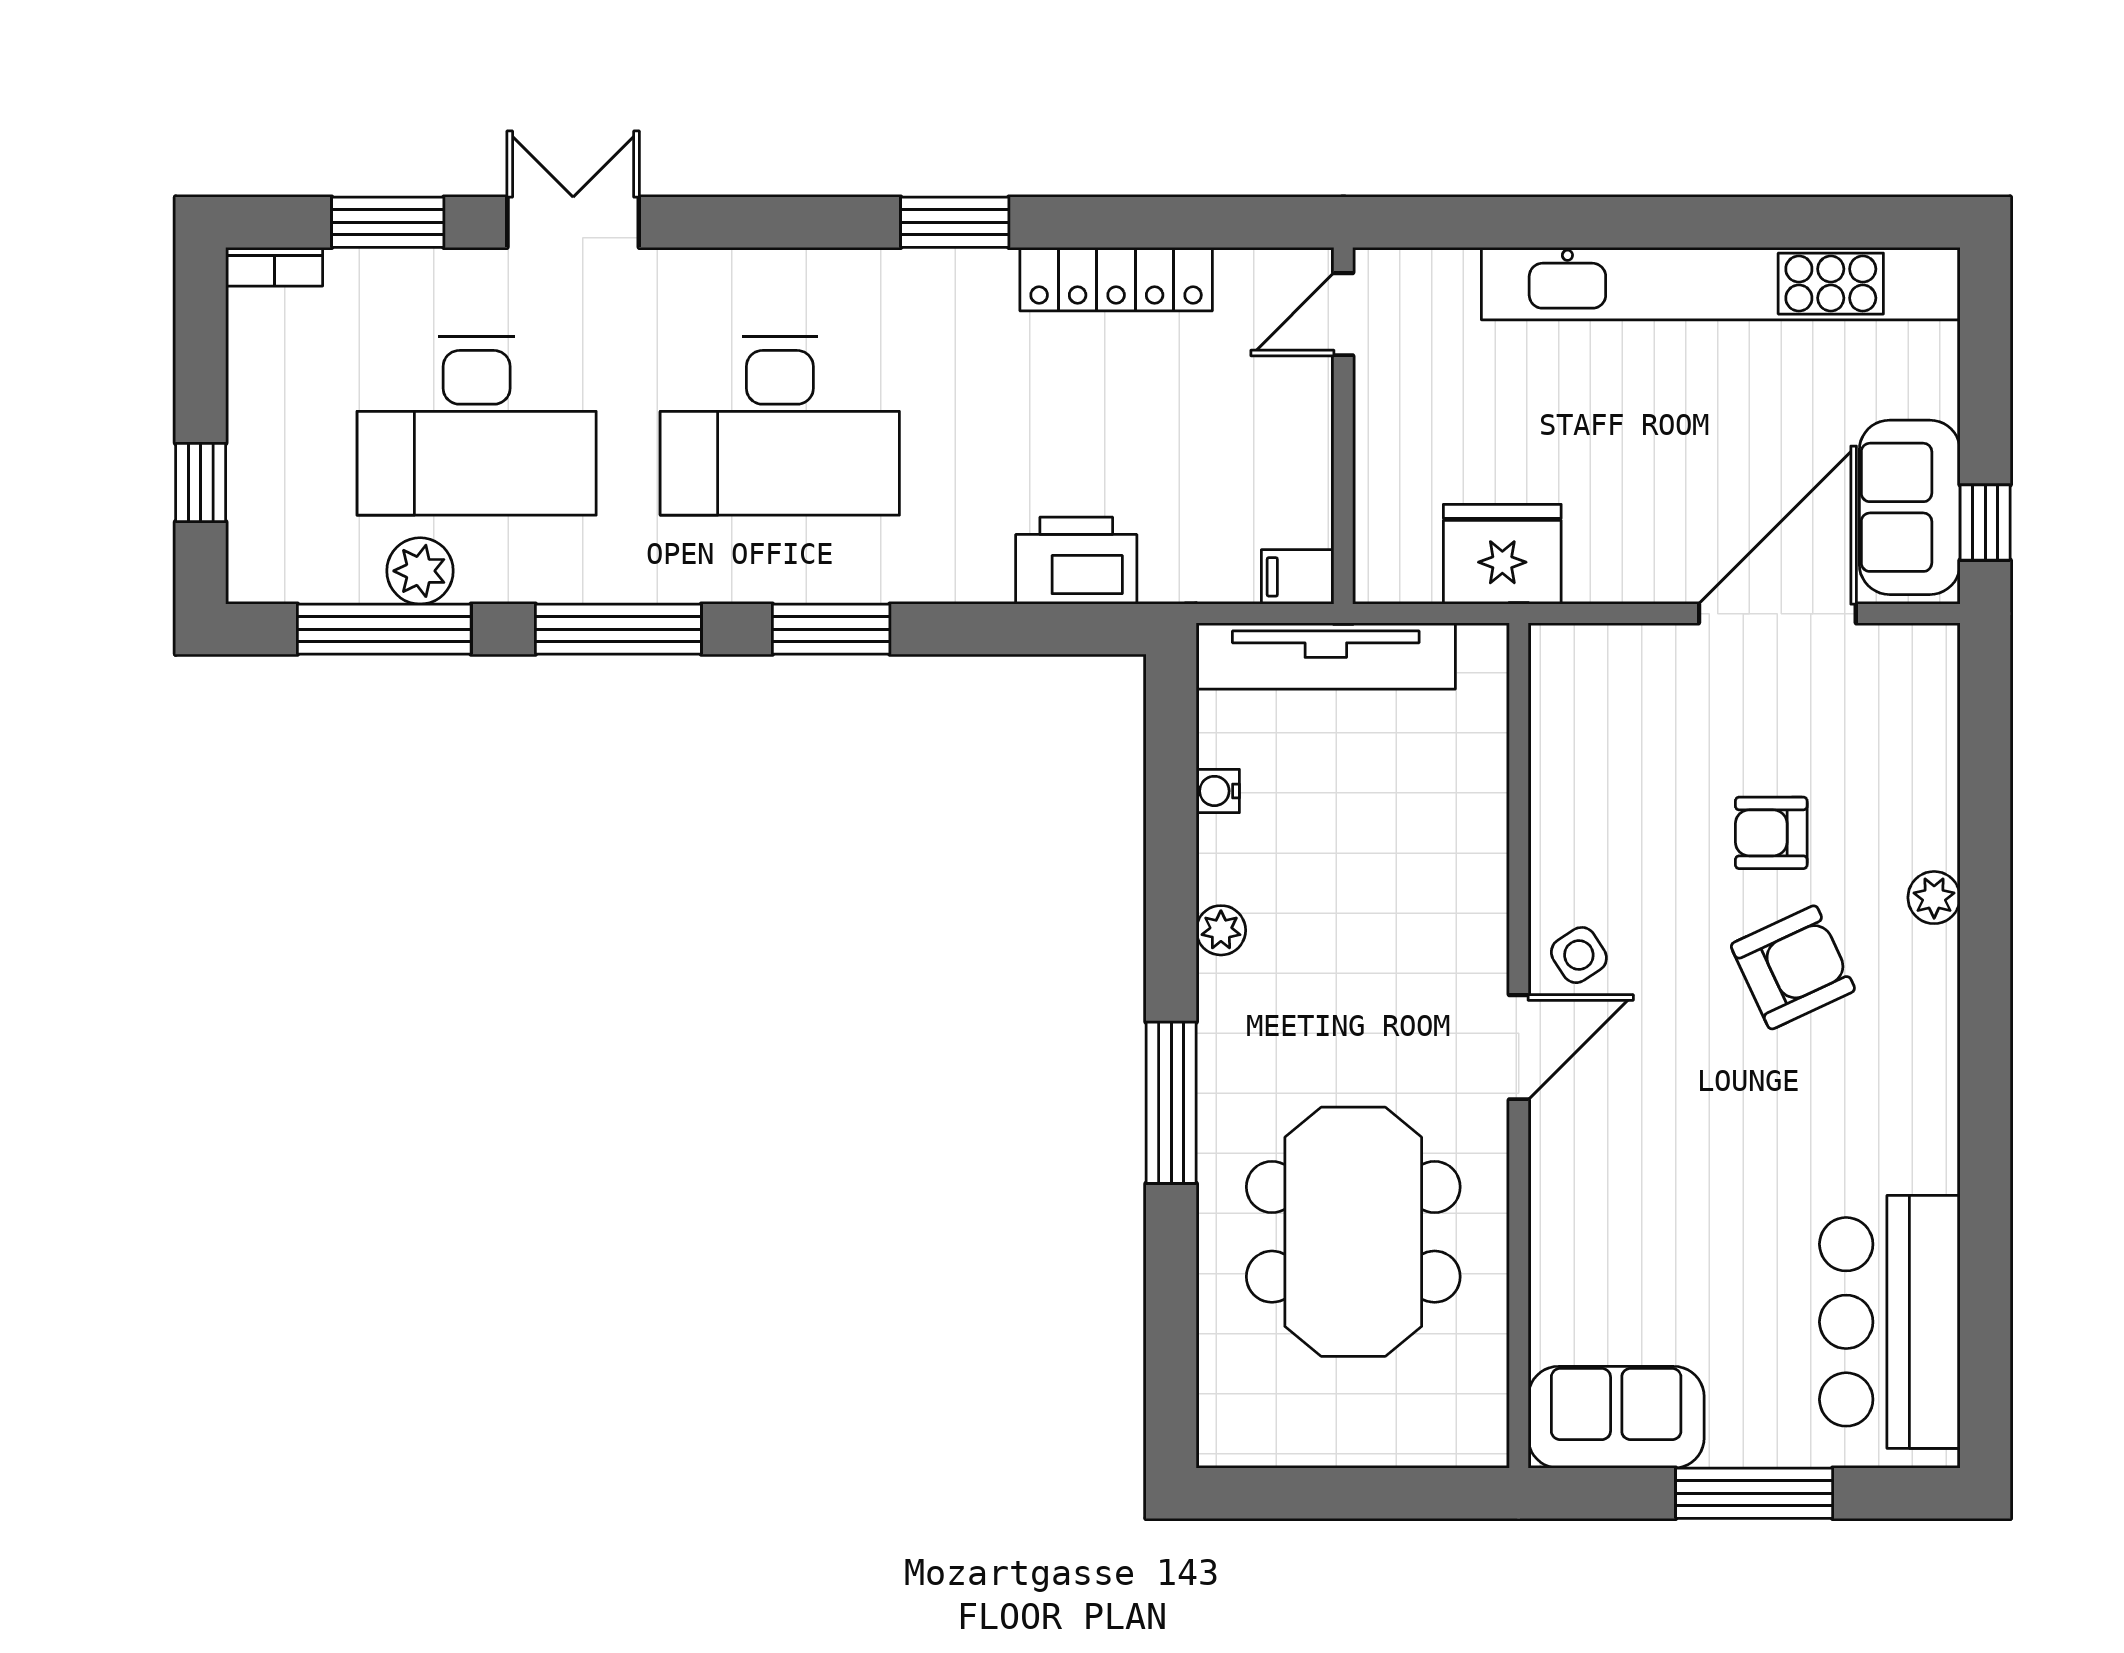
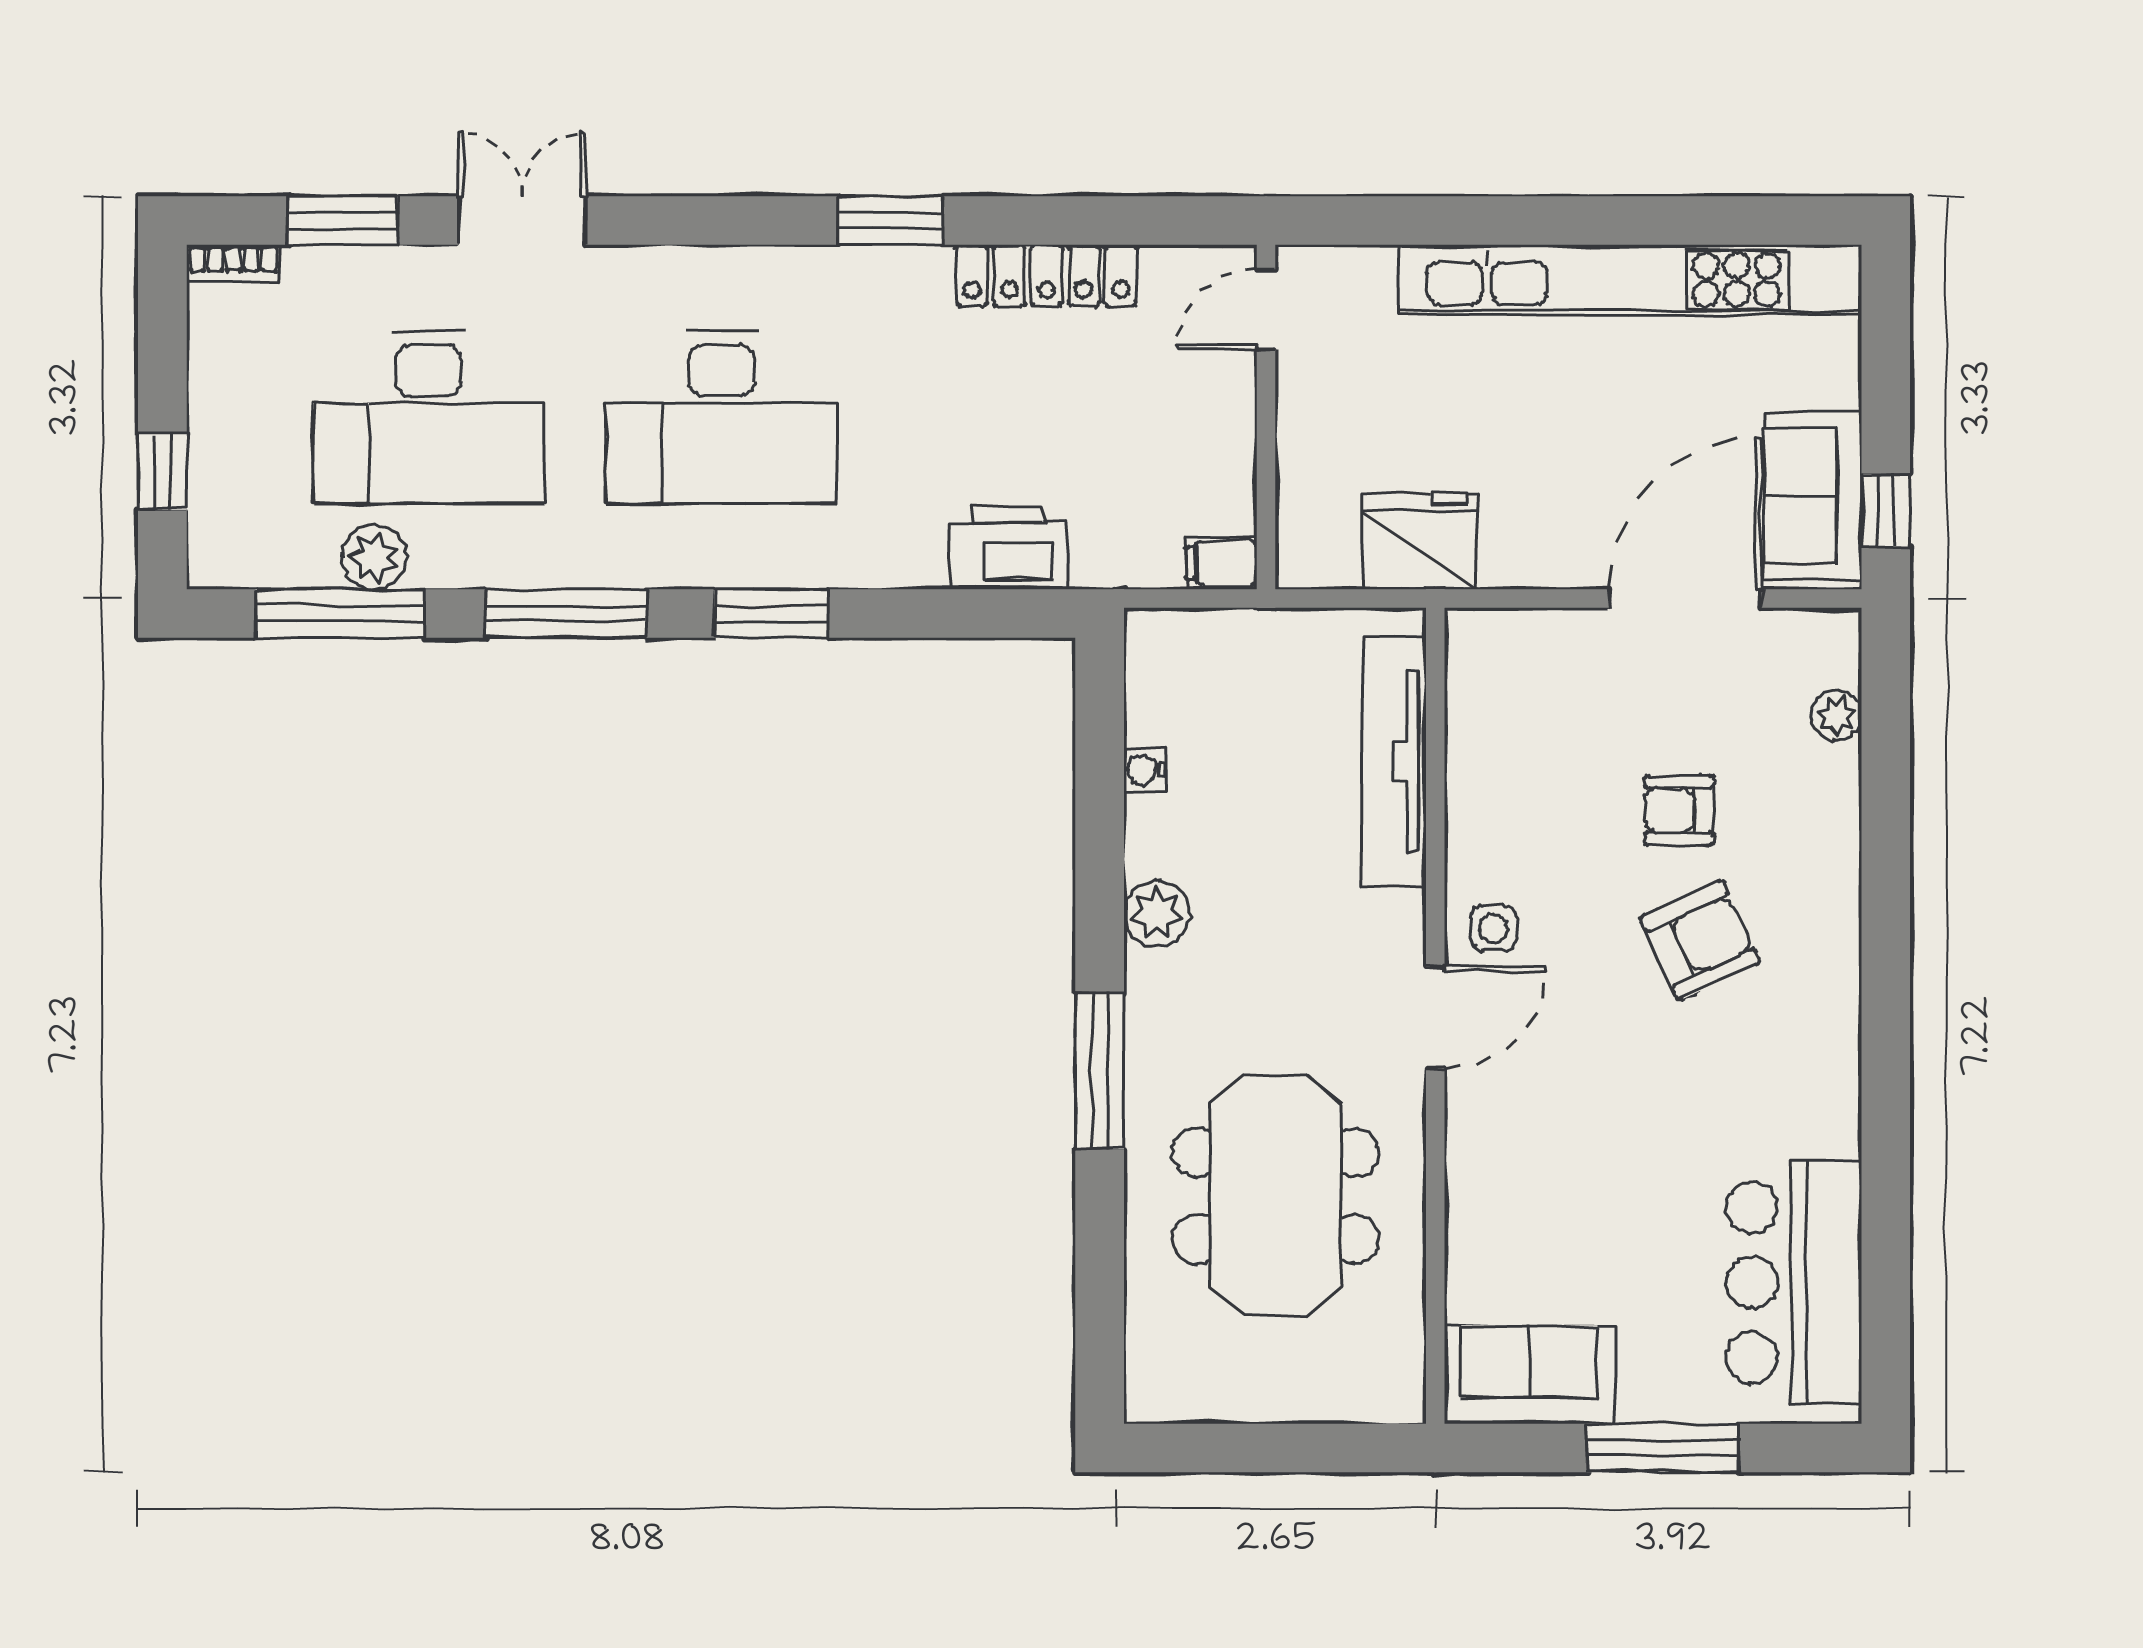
tv unit: (1326, 656) -> (1394, 762), moved, turned 90
plant: (1934, 898) -> (1836, 715), moved
plant: (1221, 930) -> (1157, 913), width x1.38, depth x1.38
side table: (1579, 955) -> (1493, 928), turned 33

